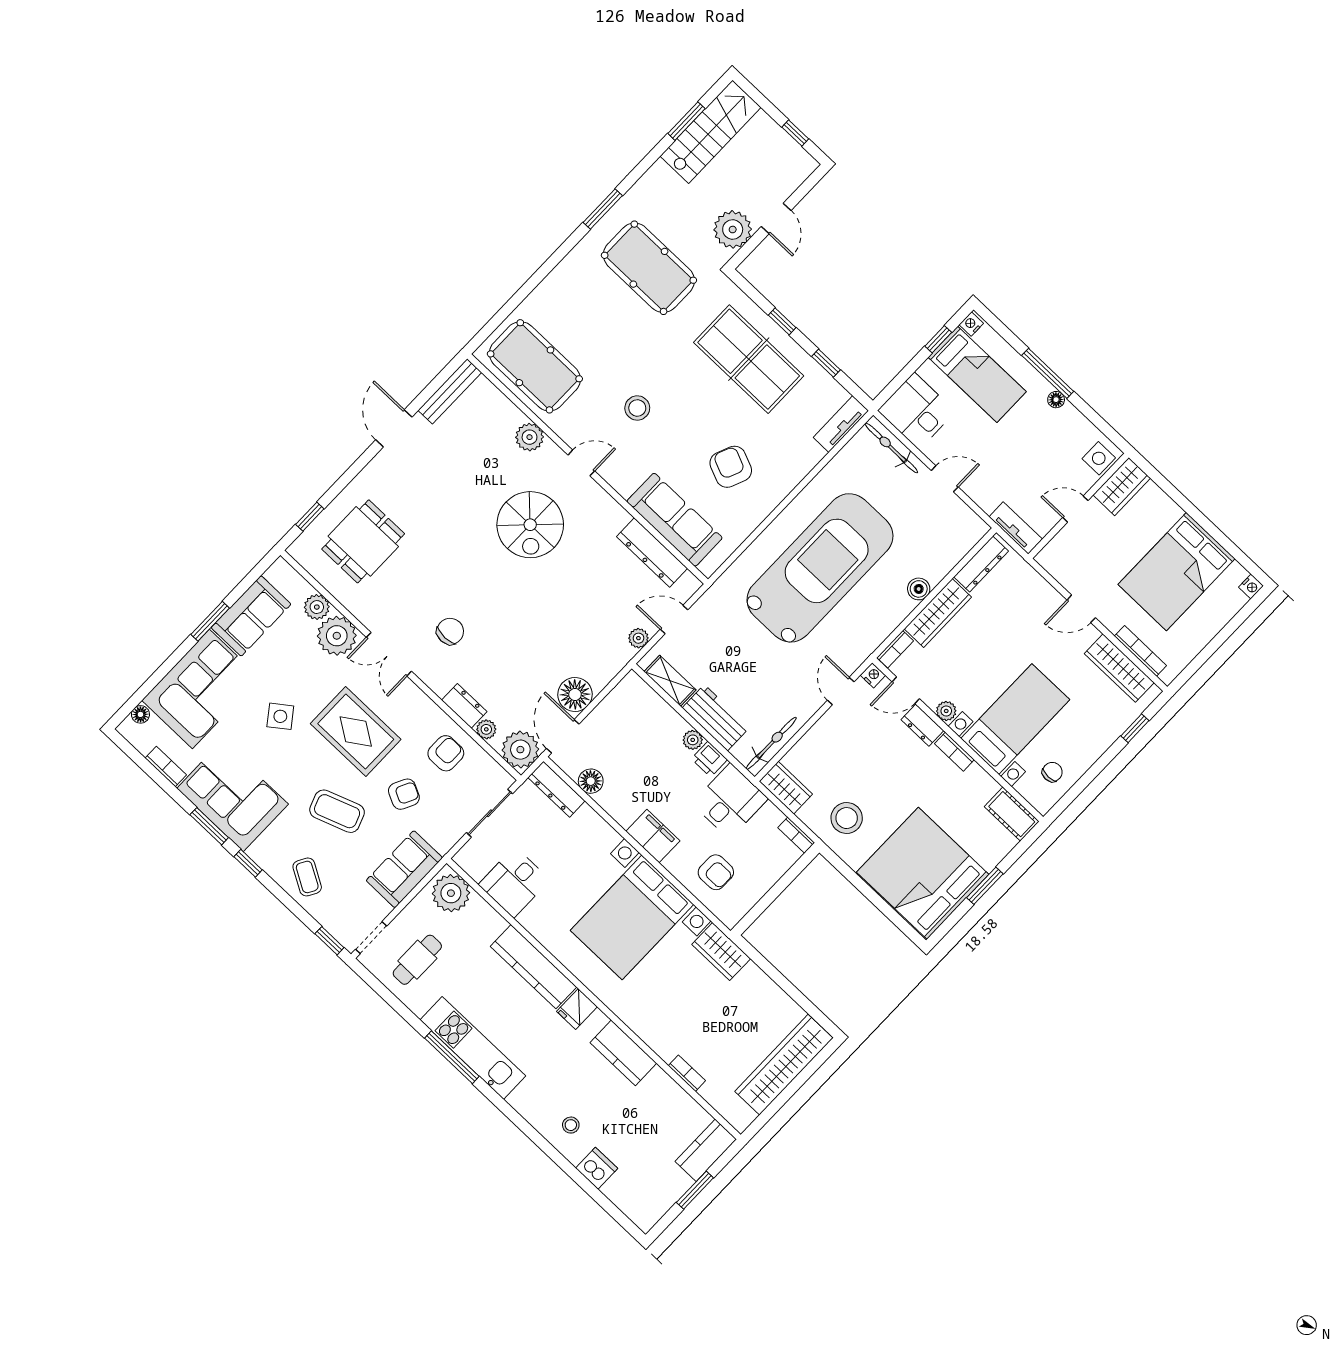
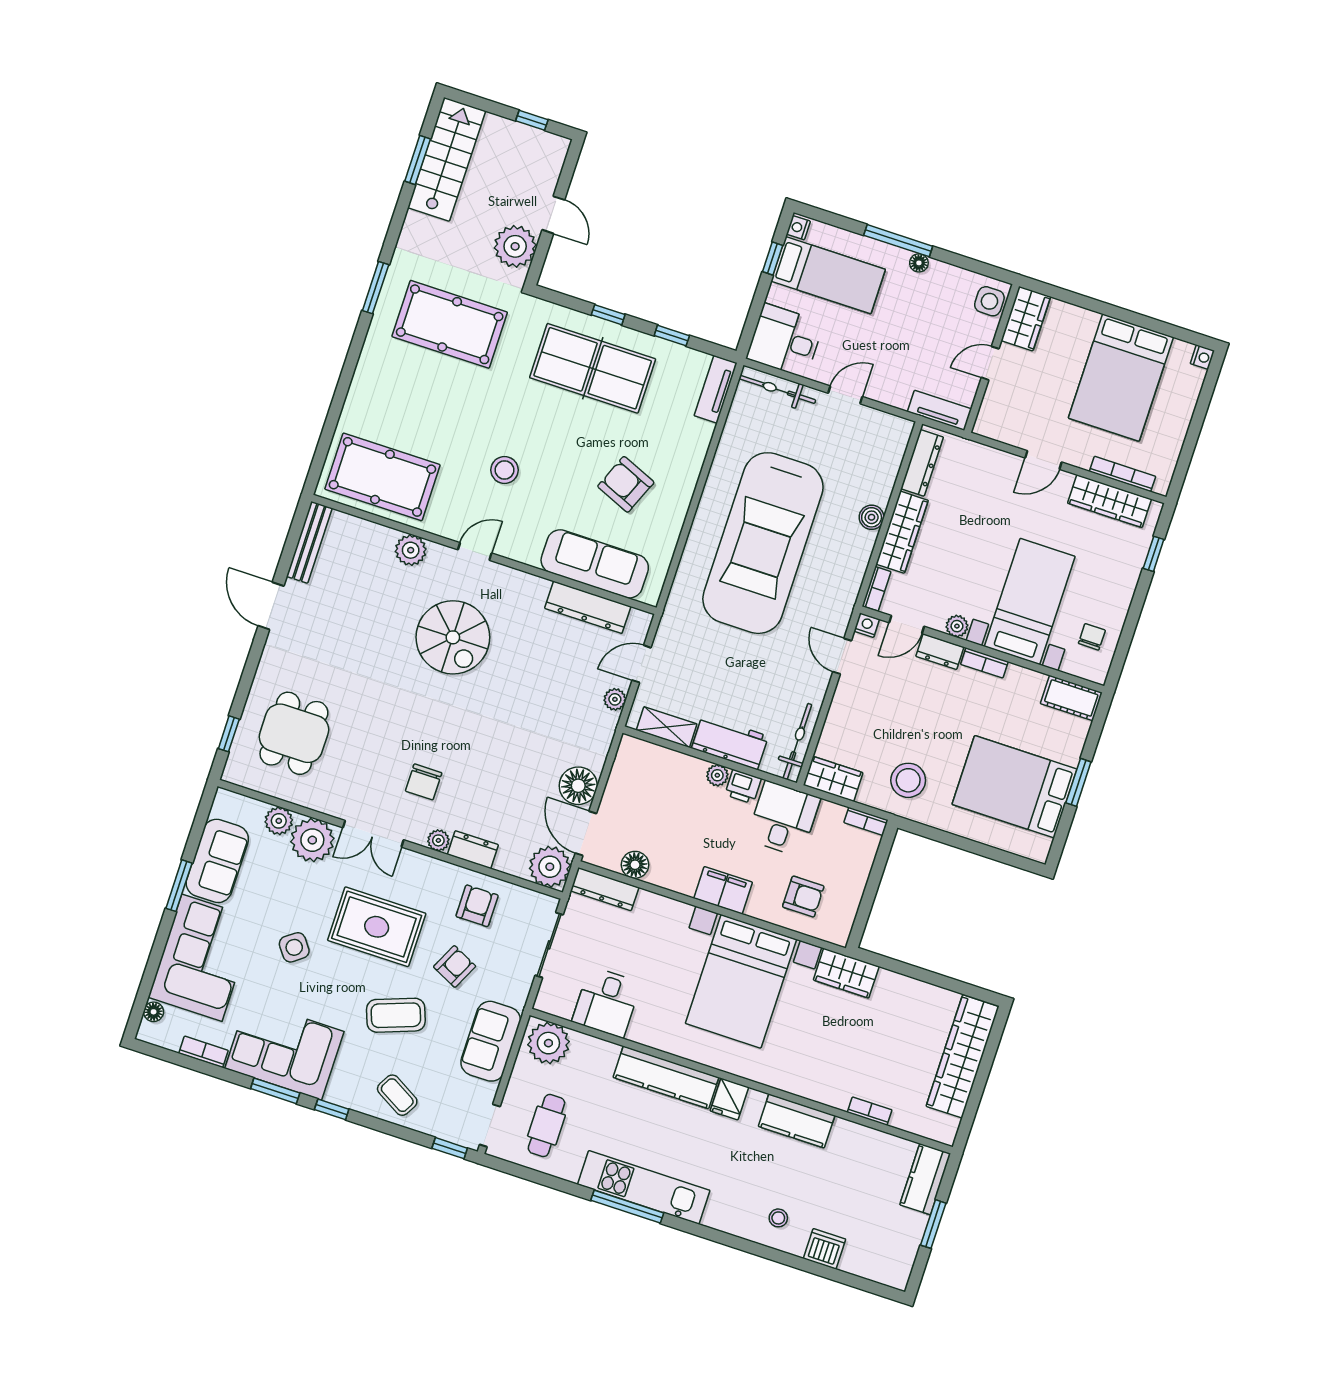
car: (820, 568) -> (763, 543), turned 180
chair: (450, 631) -> (424, 782), turned 180
plant: (486, 729) -> (438, 840), moved
bed: (923, 873) -> (1015, 787), width x0.73

